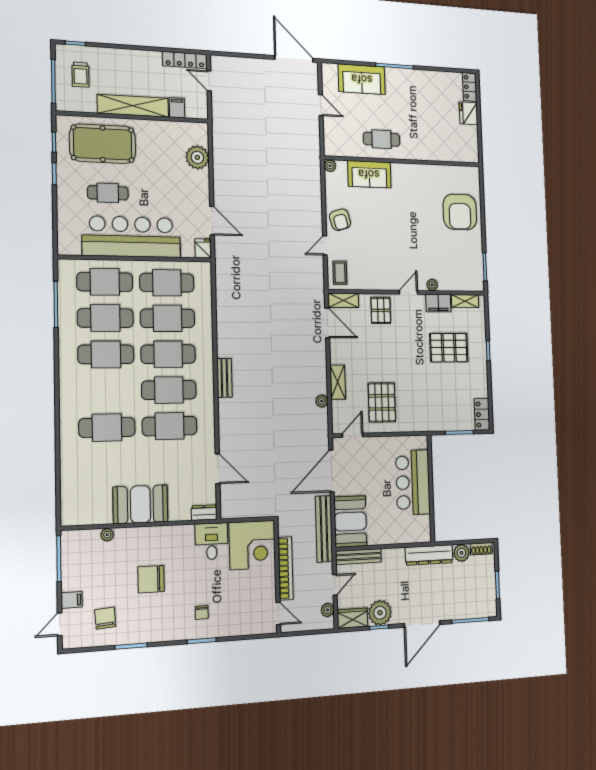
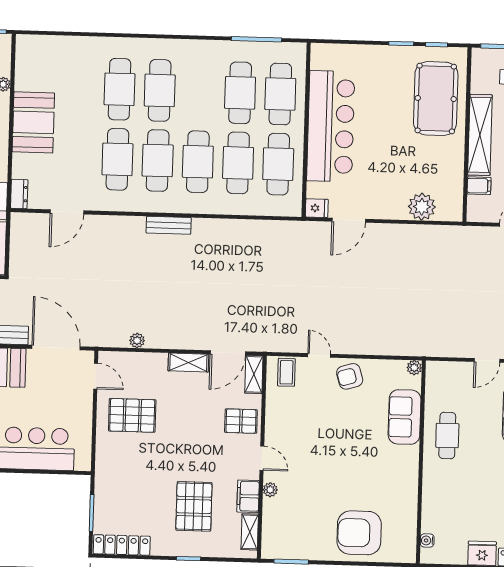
water cooler: (462, 157) -> (427, 540), added
cafe table: (108, 193) -> (380, 102), removed
coffee table: (340, 273) -> (286, 372), turned 90
cafe table: (106, 354) -> (160, 90), moved
shelving: (338, 382) -> (188, 362), moved
locker: (482, 414) -> (122, 545), width x1.53

